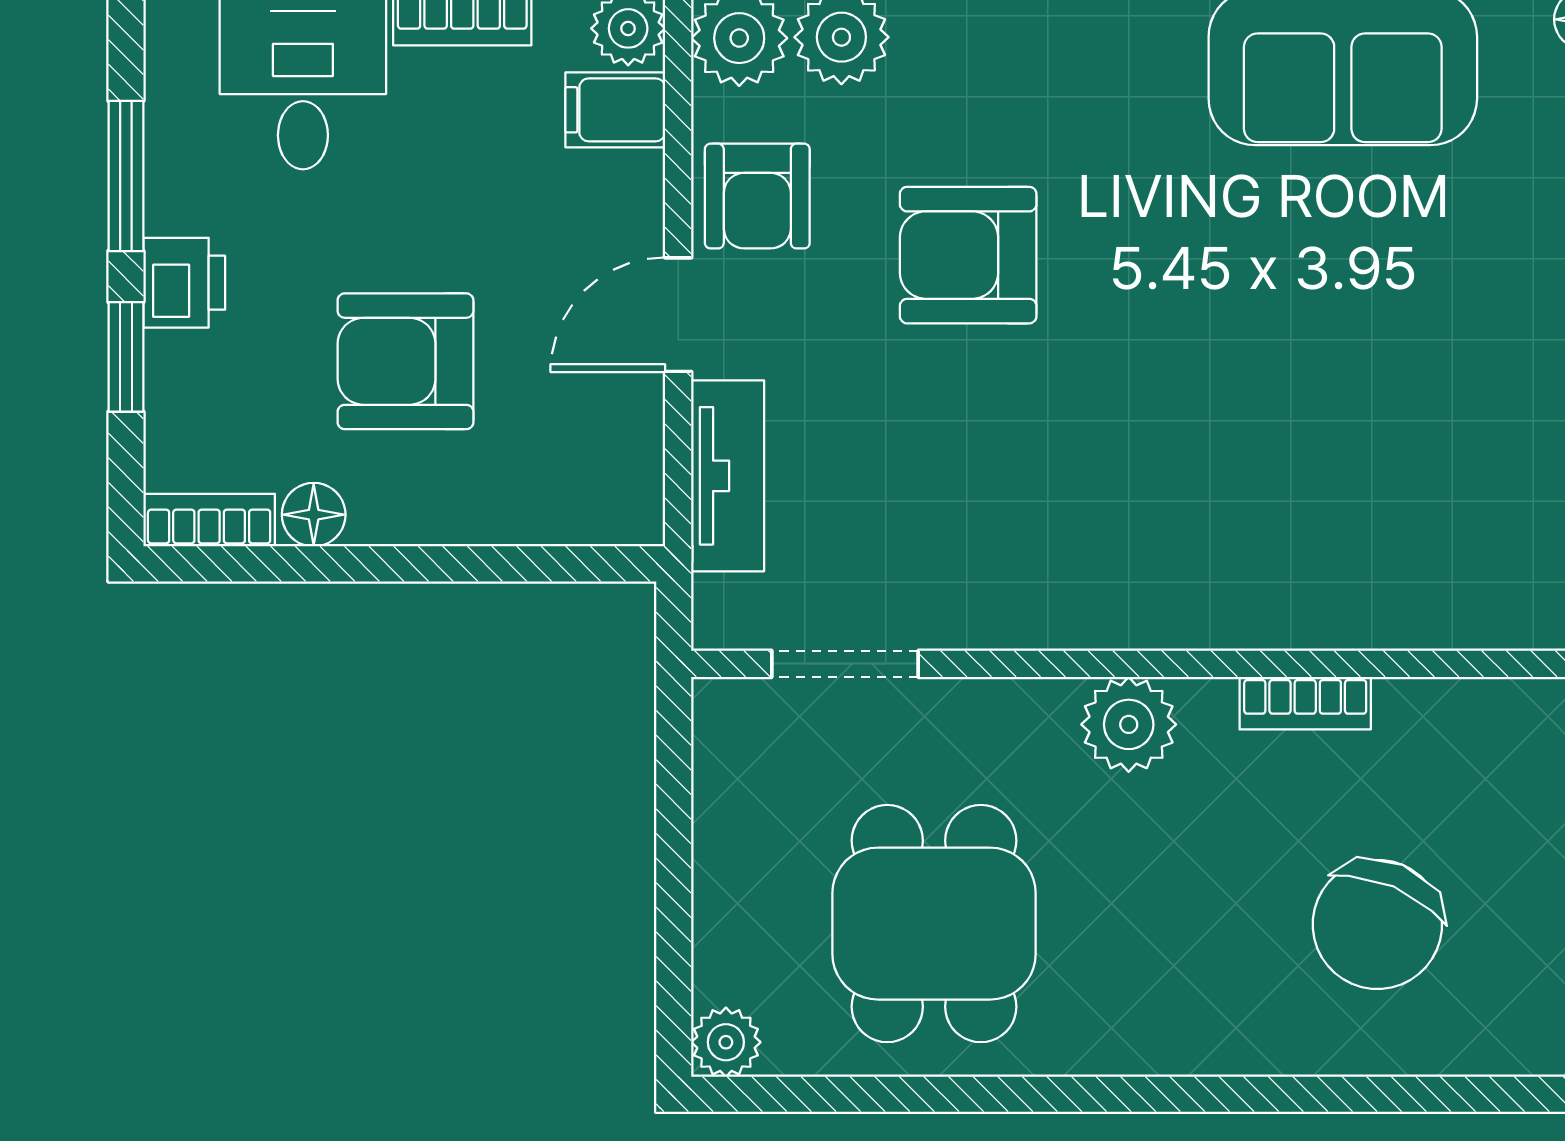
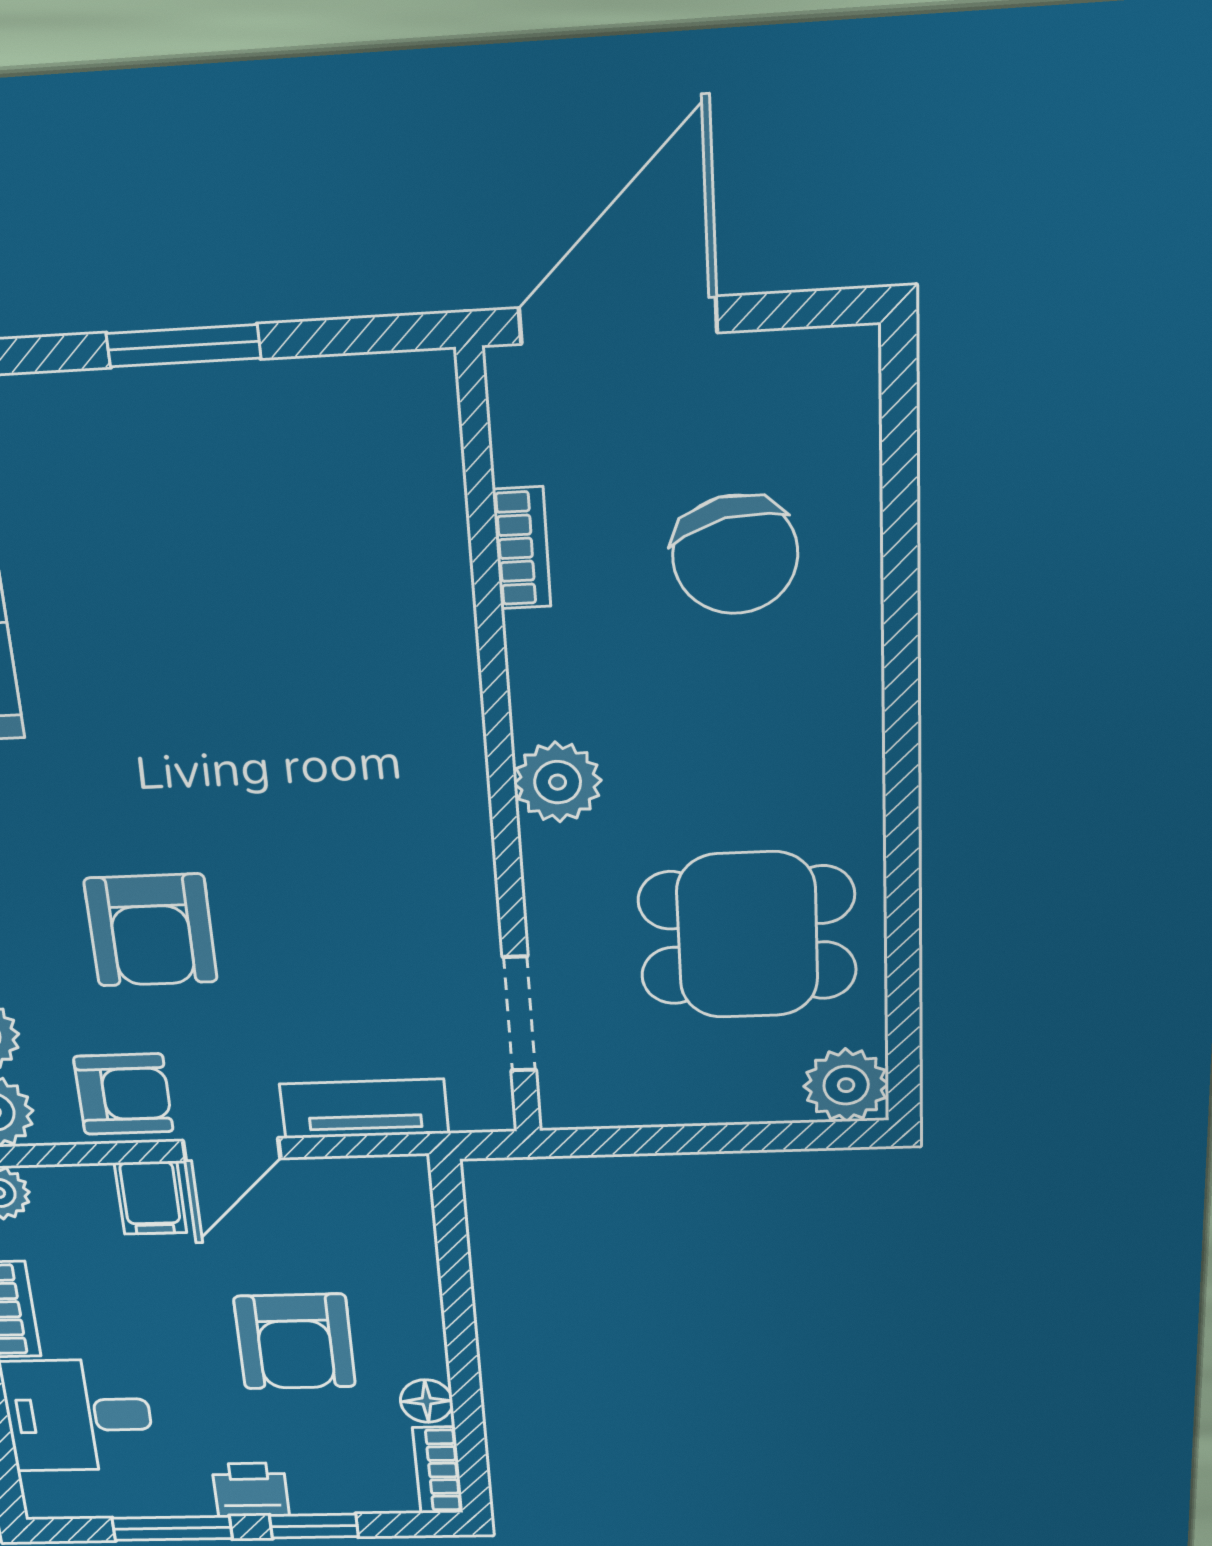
filing cabinet: (615, 110) -> (151, 1198), moved
door: (678, 315) -> (232, 1150), hinge flipped
bookcase: (1305, 703) -> (522, 548), moved
chair: (1377, 924) -> (735, 555), turned 54
plant: (726, 1042) -> (846, 1085), width x1.38, depth x1.38

